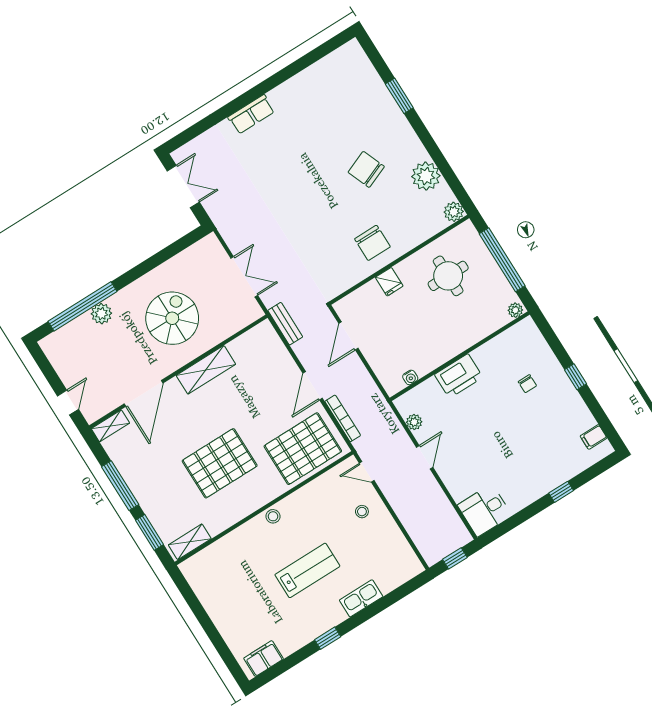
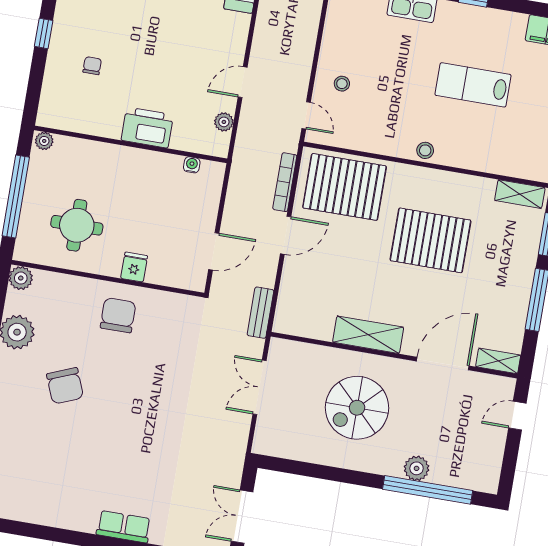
lab bench: (307, 570) -> (473, 85), moved

